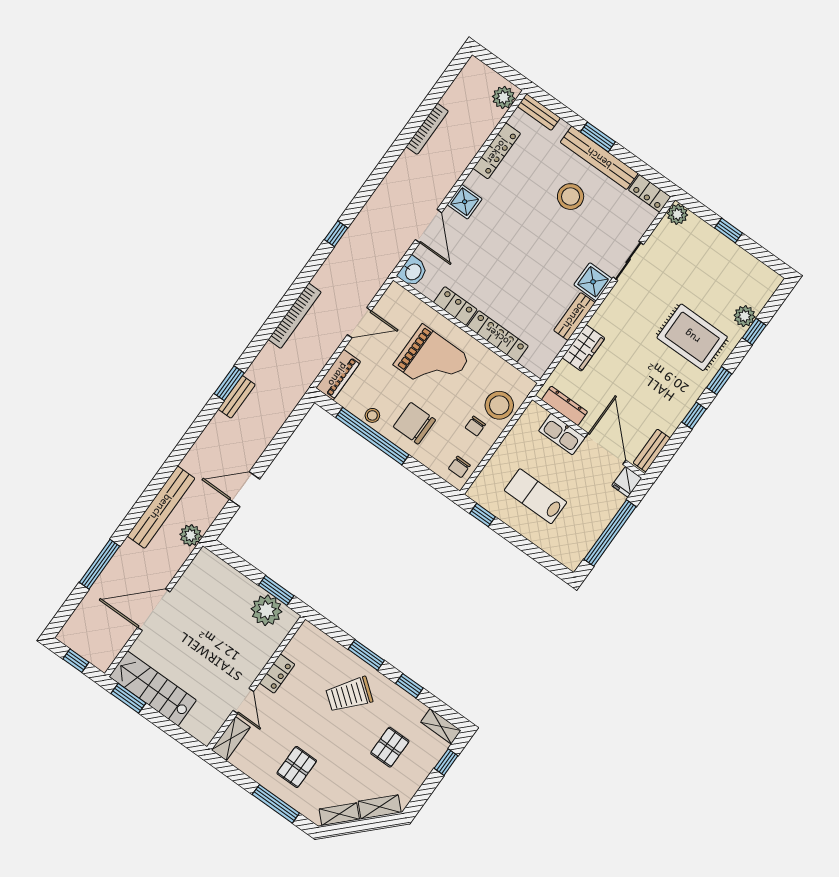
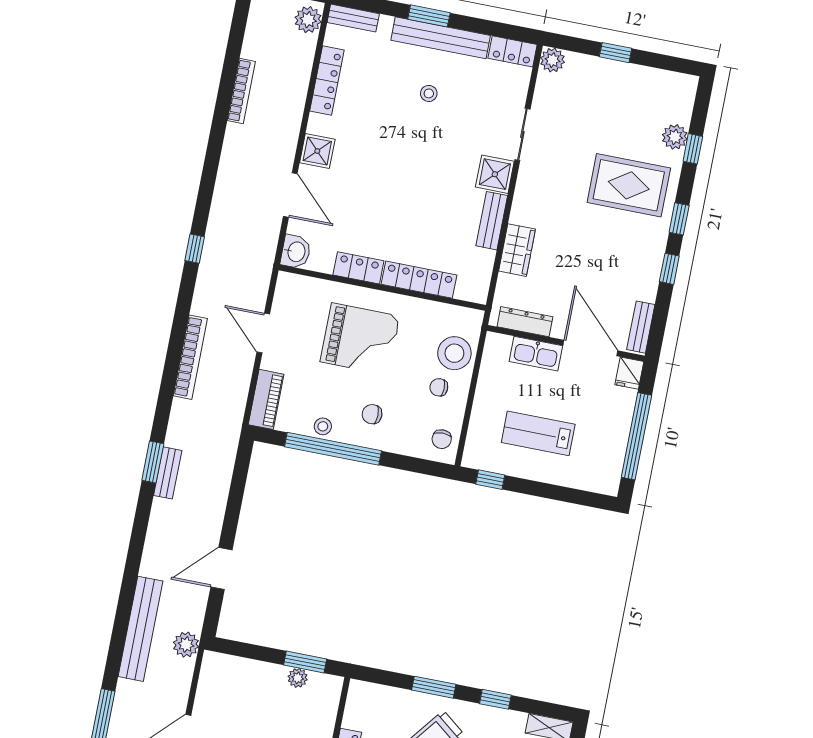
stool: (571, 197) -> (429, 93), width x0.53, depth x0.53
door: (359, 323) -> (263, 333), swing flipped
chair: (414, 423) -> (372, 414), width x0.54, depth x0.54
chair: (475, 426) -> (439, 387), turned 90
plant: (267, 610) -> (298, 678), width x0.53, depth x0.53

